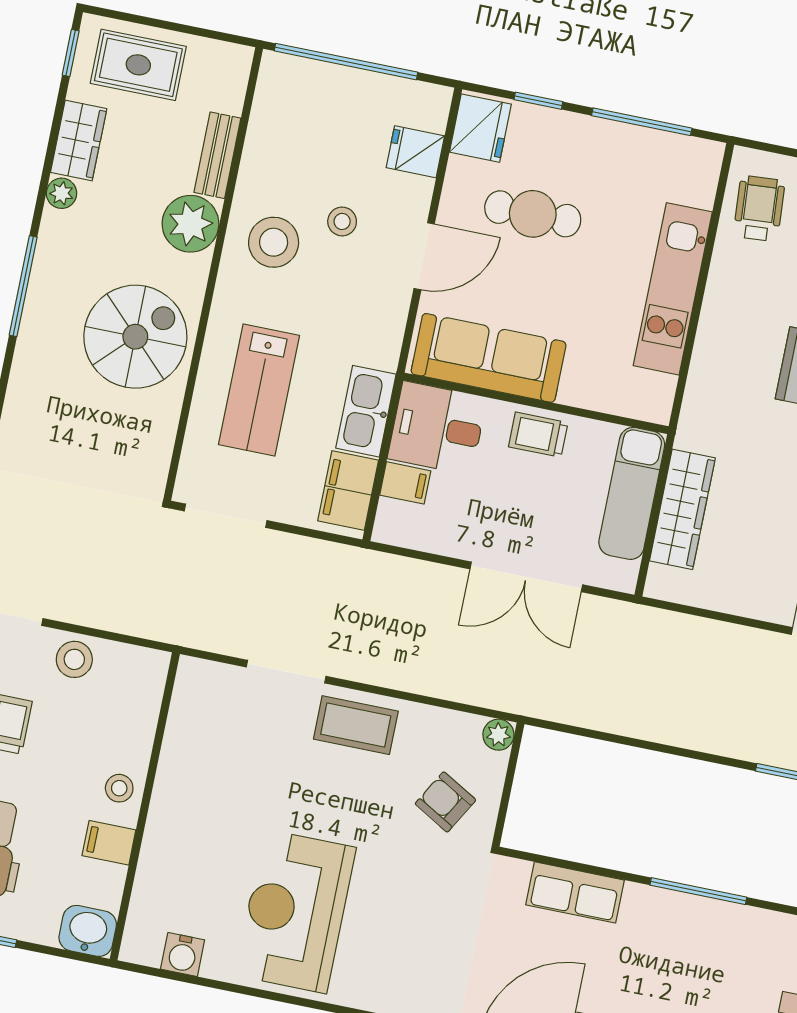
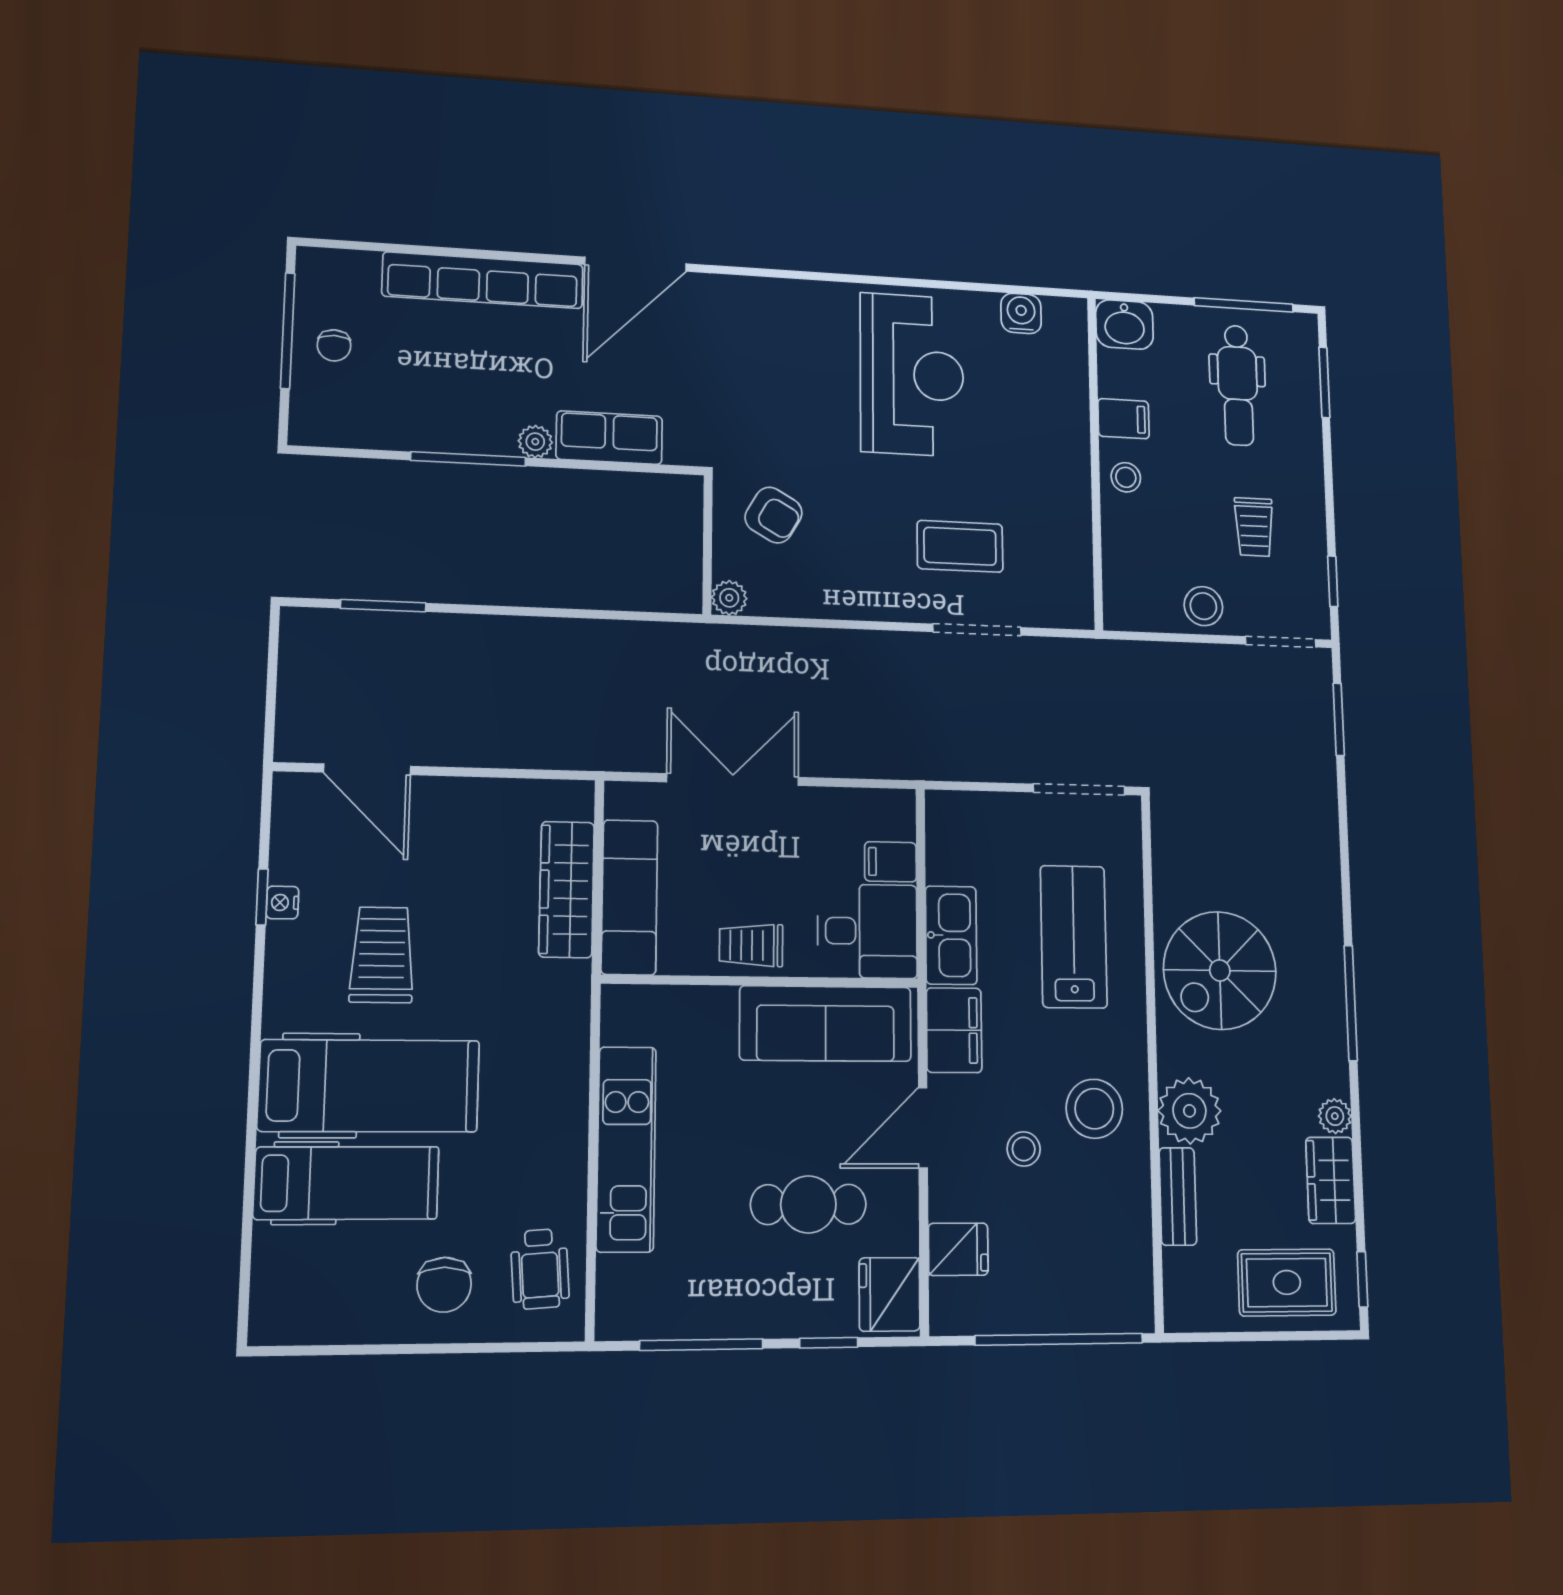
trolley: (538, 435) -> (751, 945), turned 180
filing cabinet: (348, 490) -> (954, 1030), moved
coffee table: (356, 725) -> (960, 546), moved
plant: (639, 898) -> (535, 442), added

